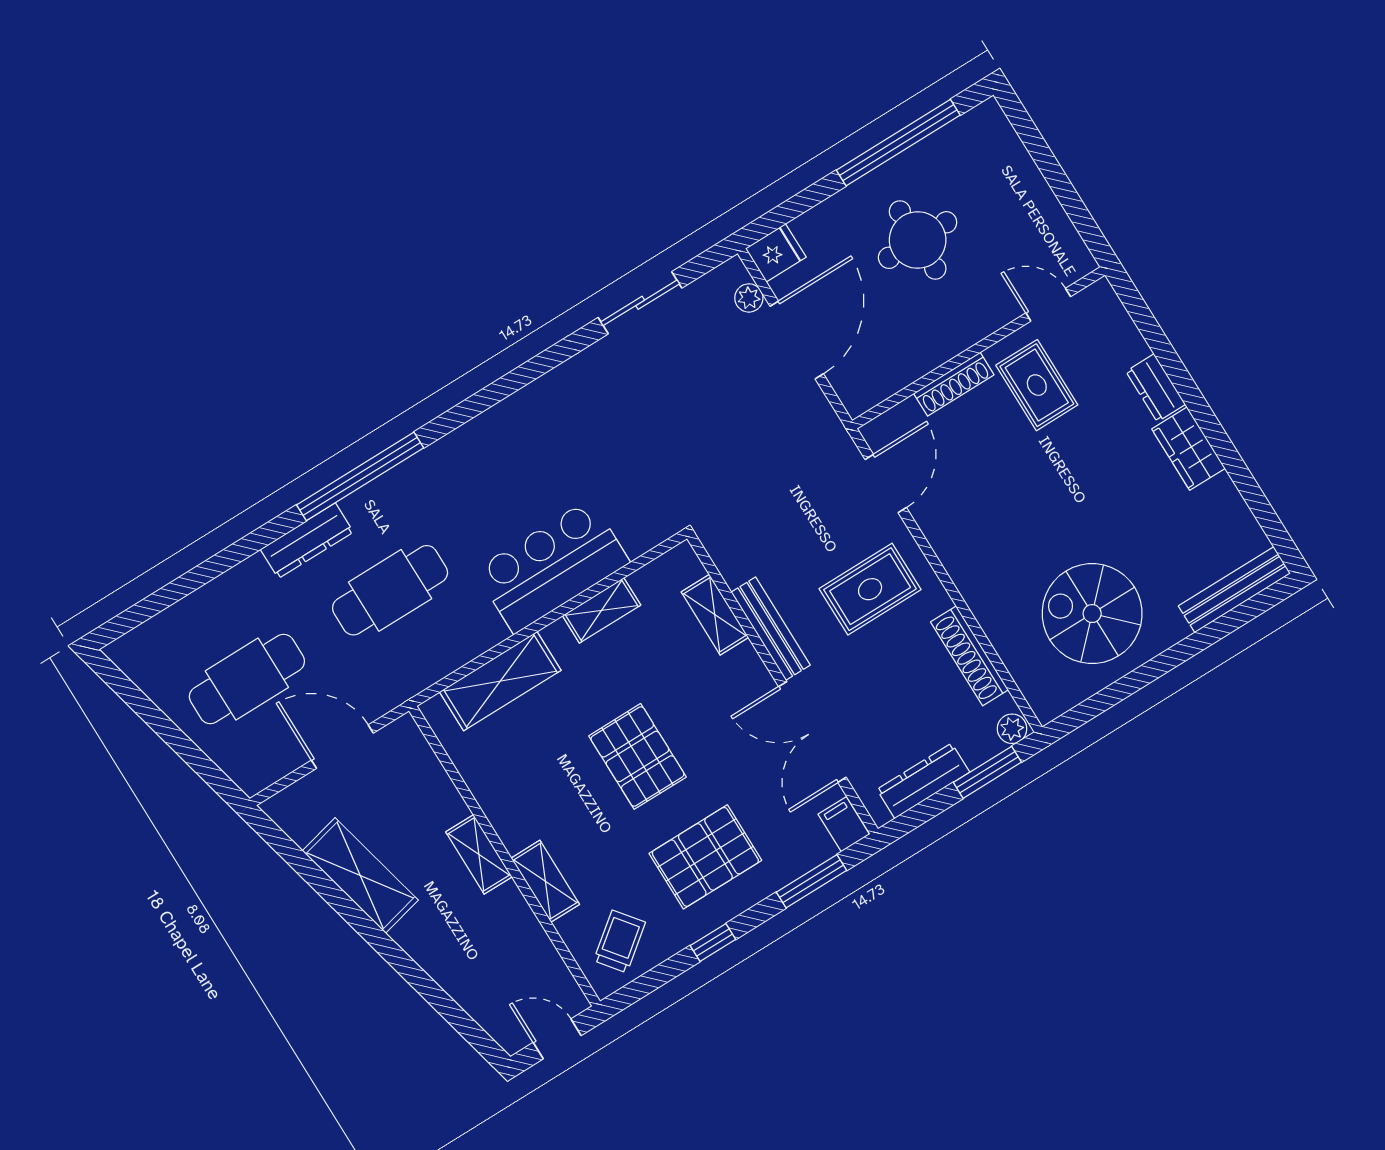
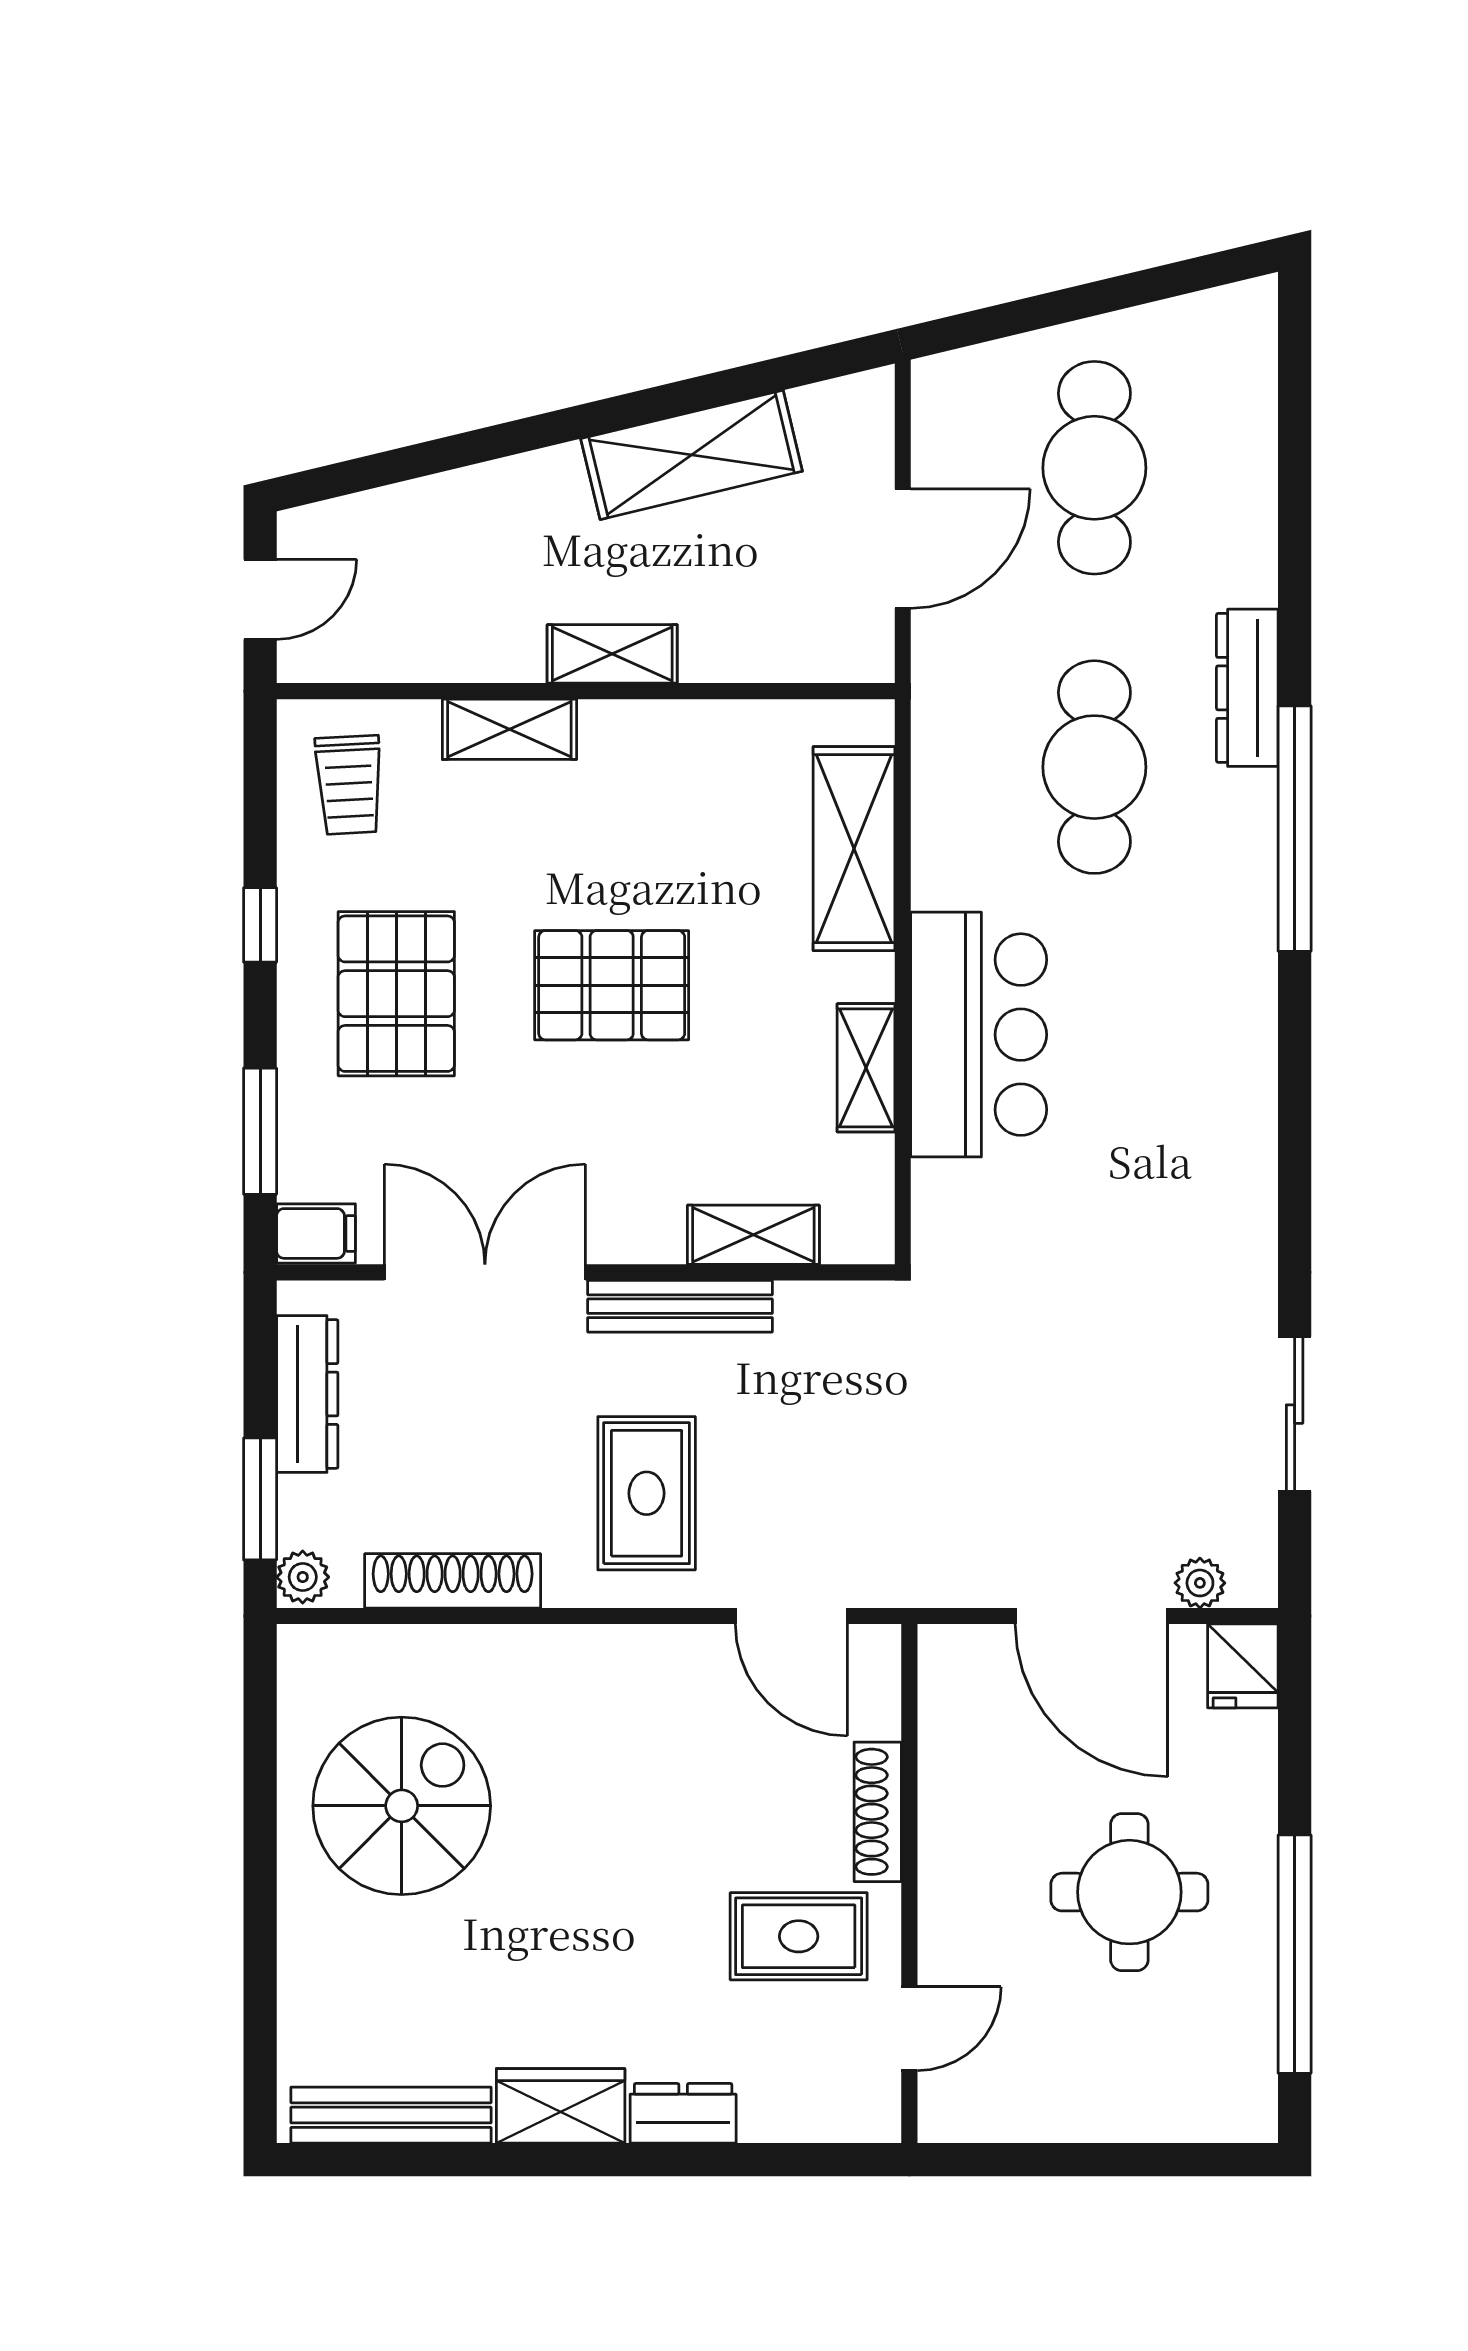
bench: (1234, 590) -> (391, 2115), moved, turned 90
trolley: (620, 941) -> (349, 785), turned 35

